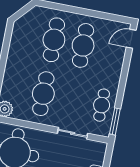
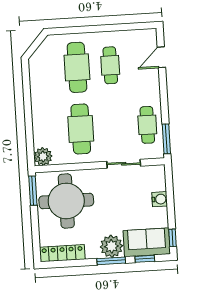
door: (131, 39) -> (161, 57), moved
cafe table: (83, 45) -> (110, 65), width x0.73, depth x0.74

